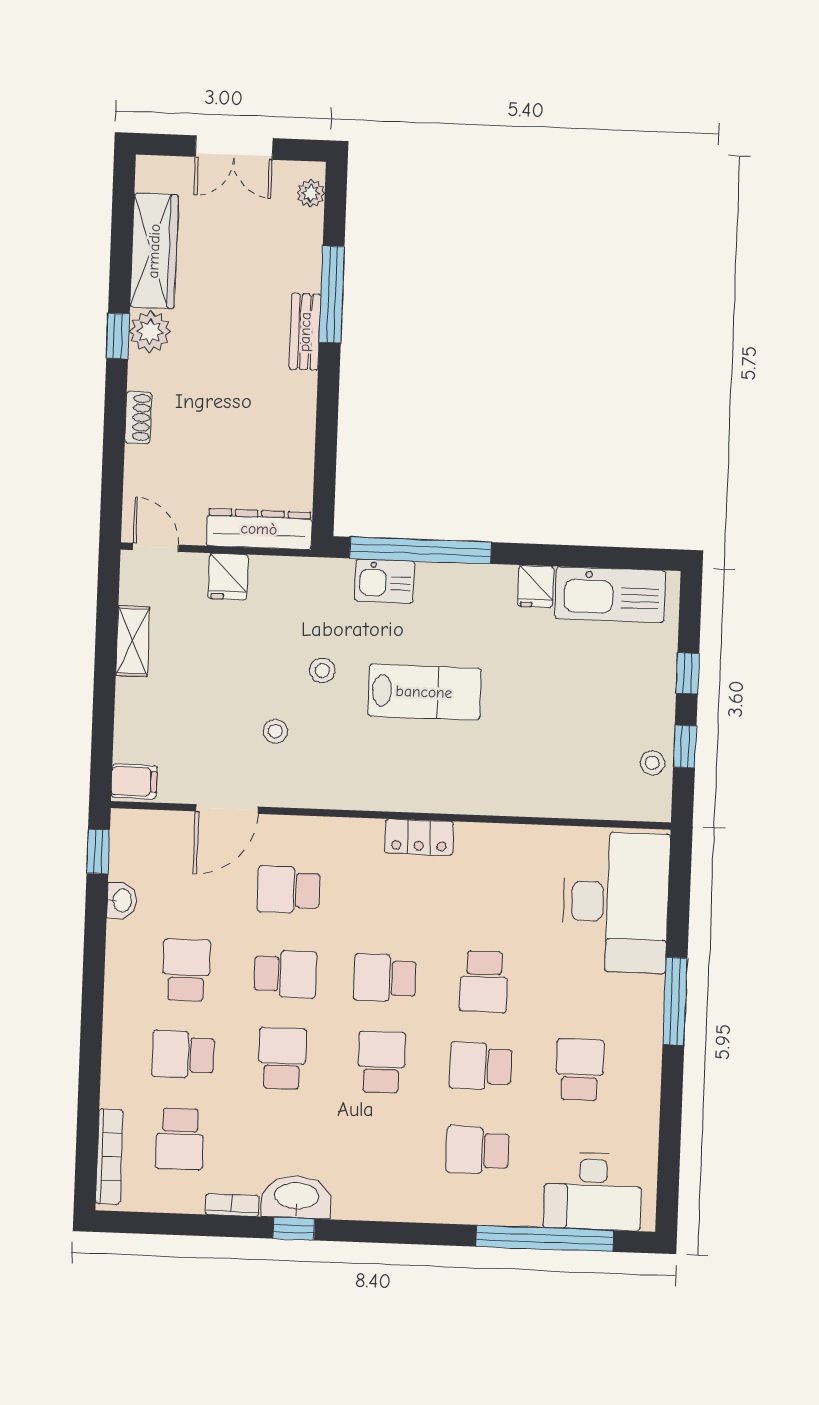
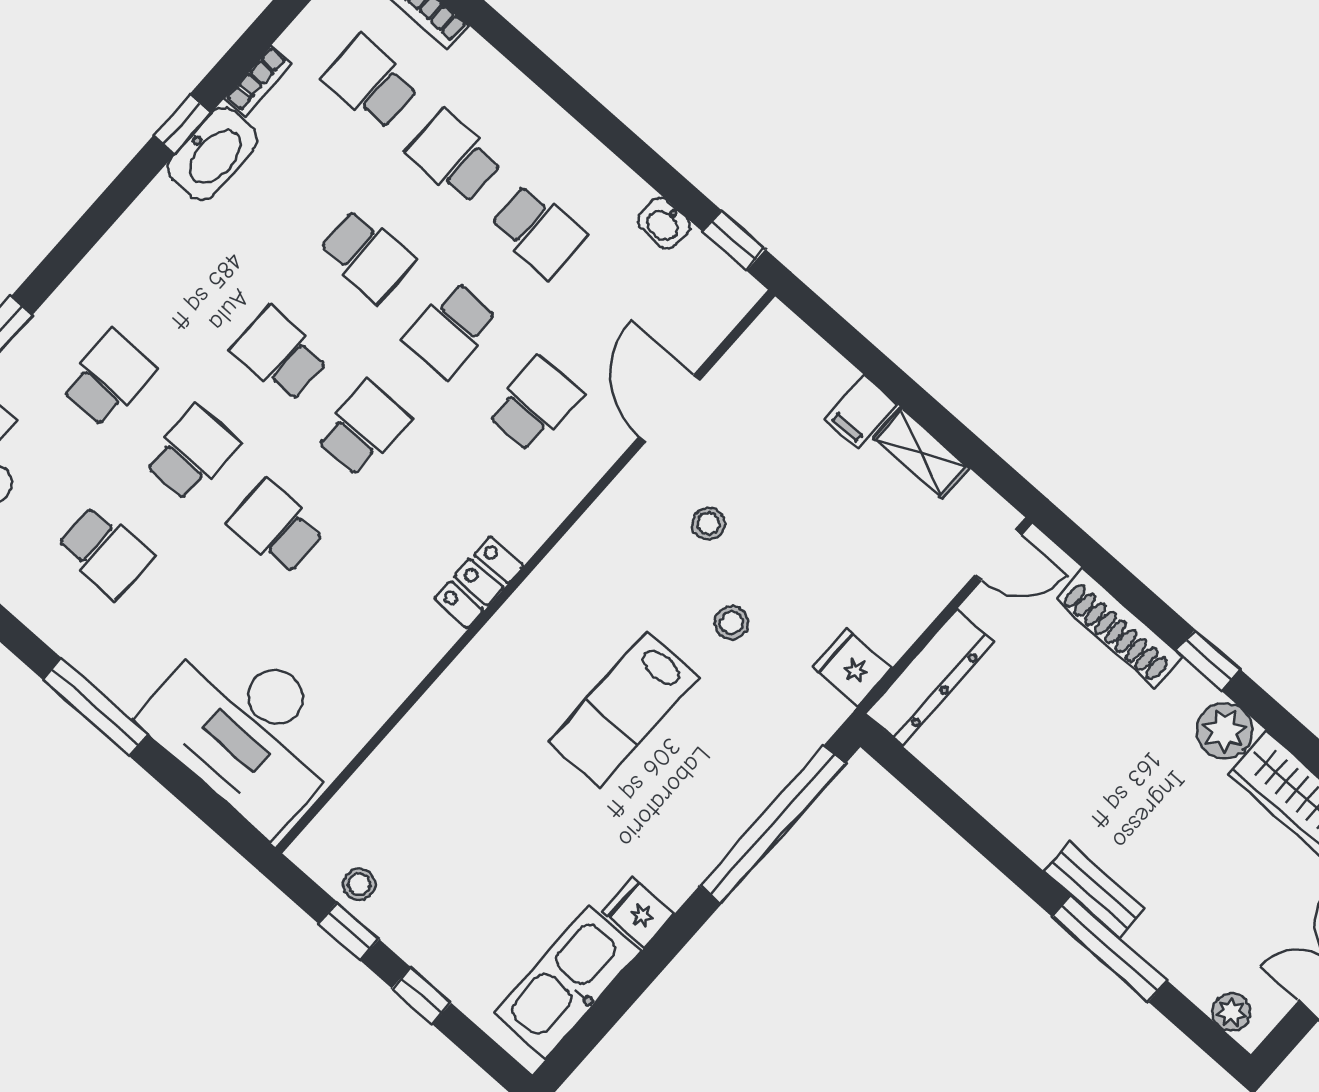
window: (118, 336) -> (1208, 660), moved
shoe rack: (138, 417) -> (1119, 628), width x1.94, depth x1.24
fridge: (228, 577) -> (852, 667), moved
kitchen sink: (385, 581) -> (771, 762), removed
filing cabinet: (134, 781) -> (861, 412), moved
school desk: (183, 1055) -> (454, 157), turned -90
school desk: (381, 1062) -> (280, 354), turned 180

